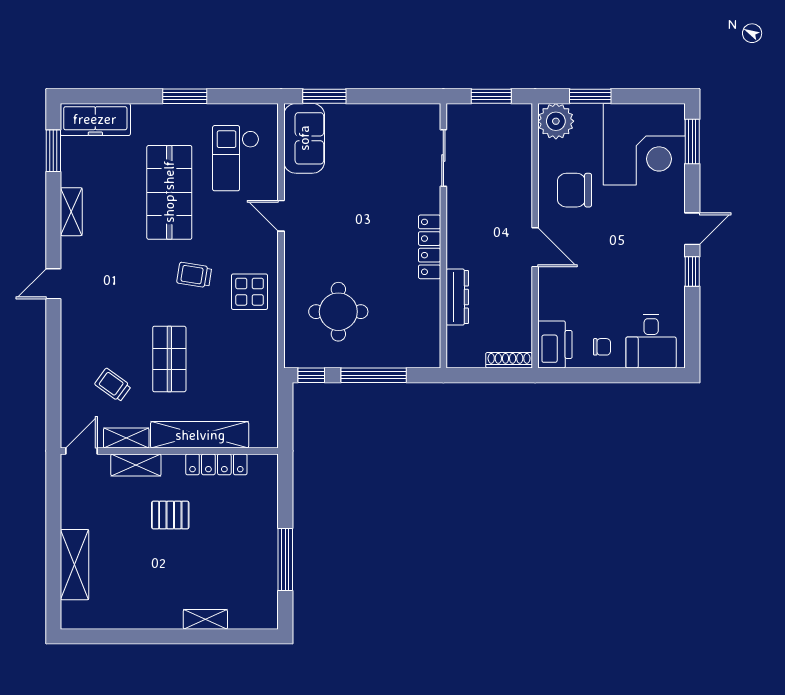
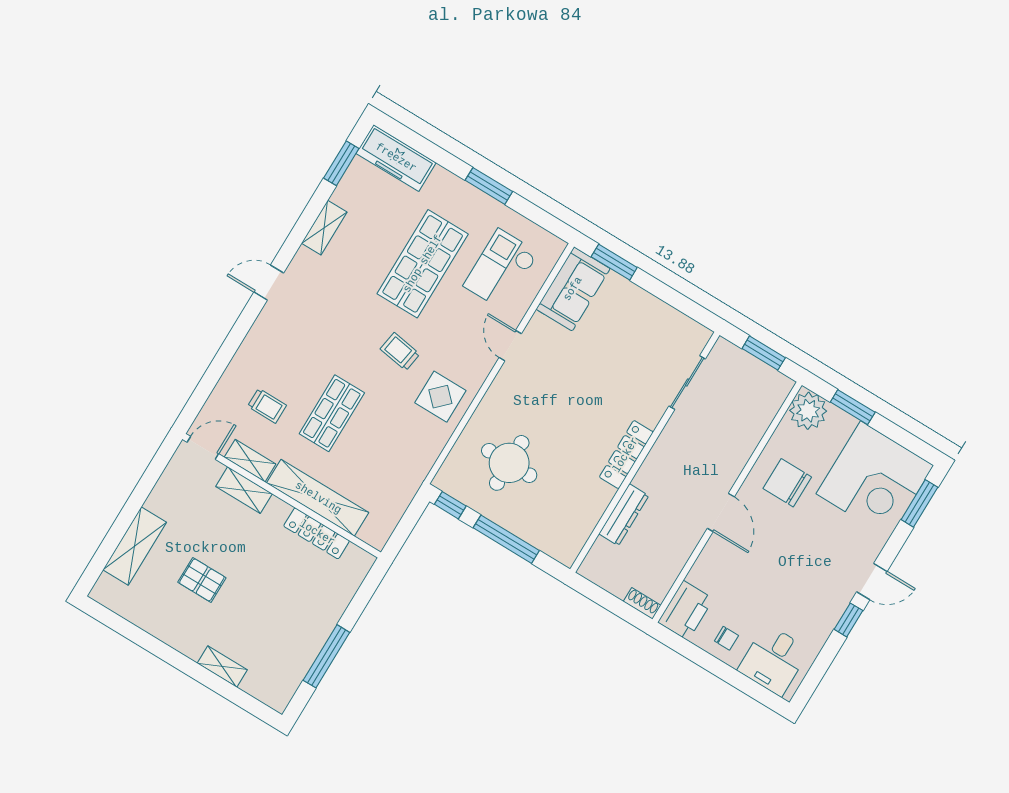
shoe rack: (509, 360) -> (642, 603), width x0.70
trolley: (113, 385) -> (267, 406), turned 144
pallet: (170, 515) -> (202, 580), moved

